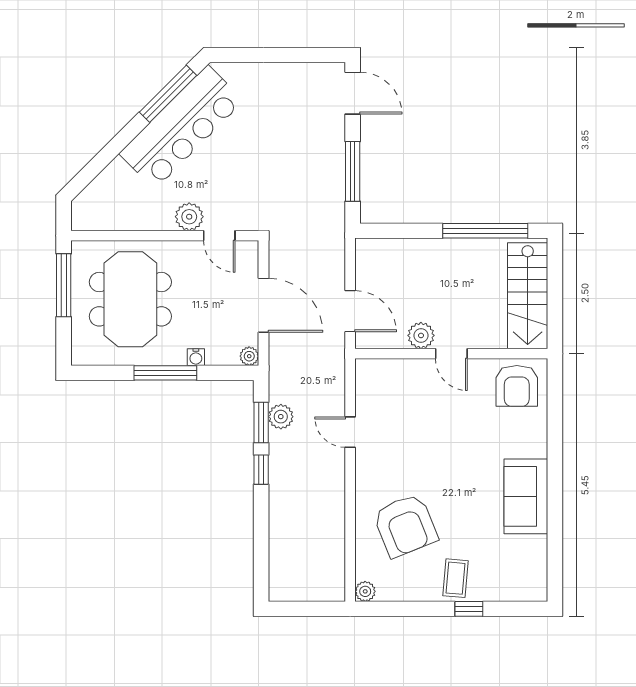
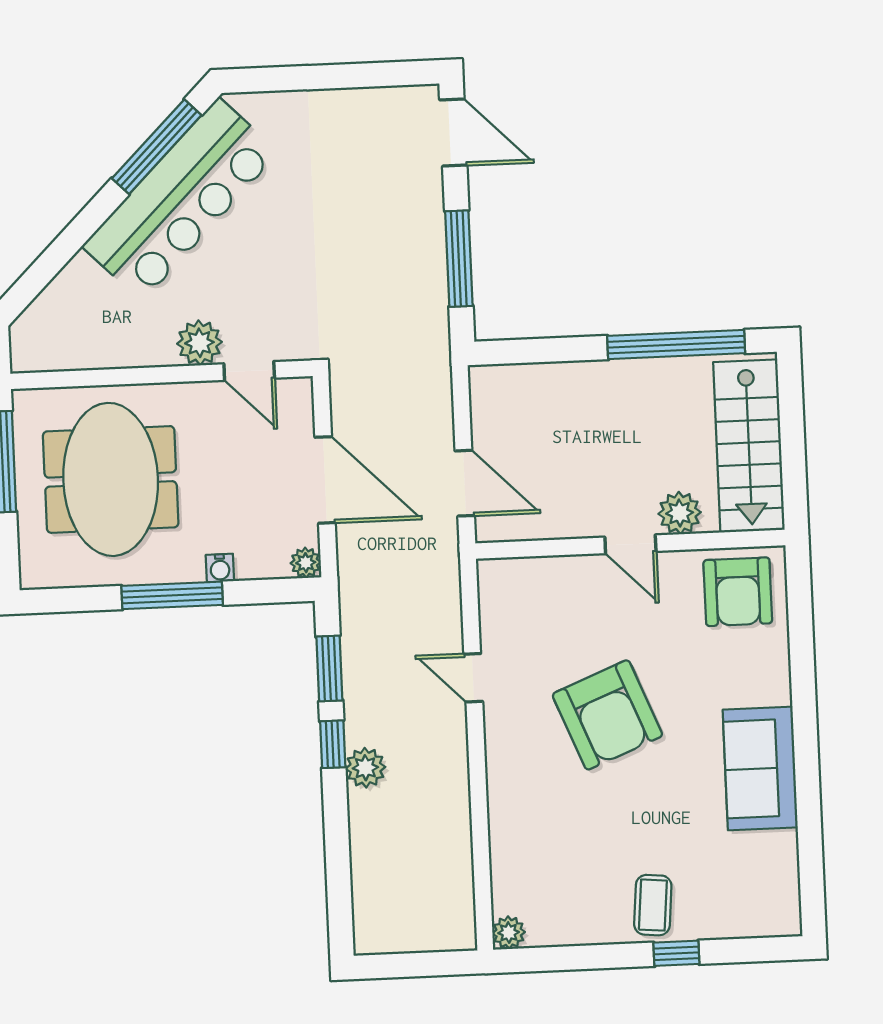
plant: (421, 335) -> (680, 513), moved
plant: (281, 417) -> (365, 768), moved
armchair: (405, 526) -> (607, 715), moved

